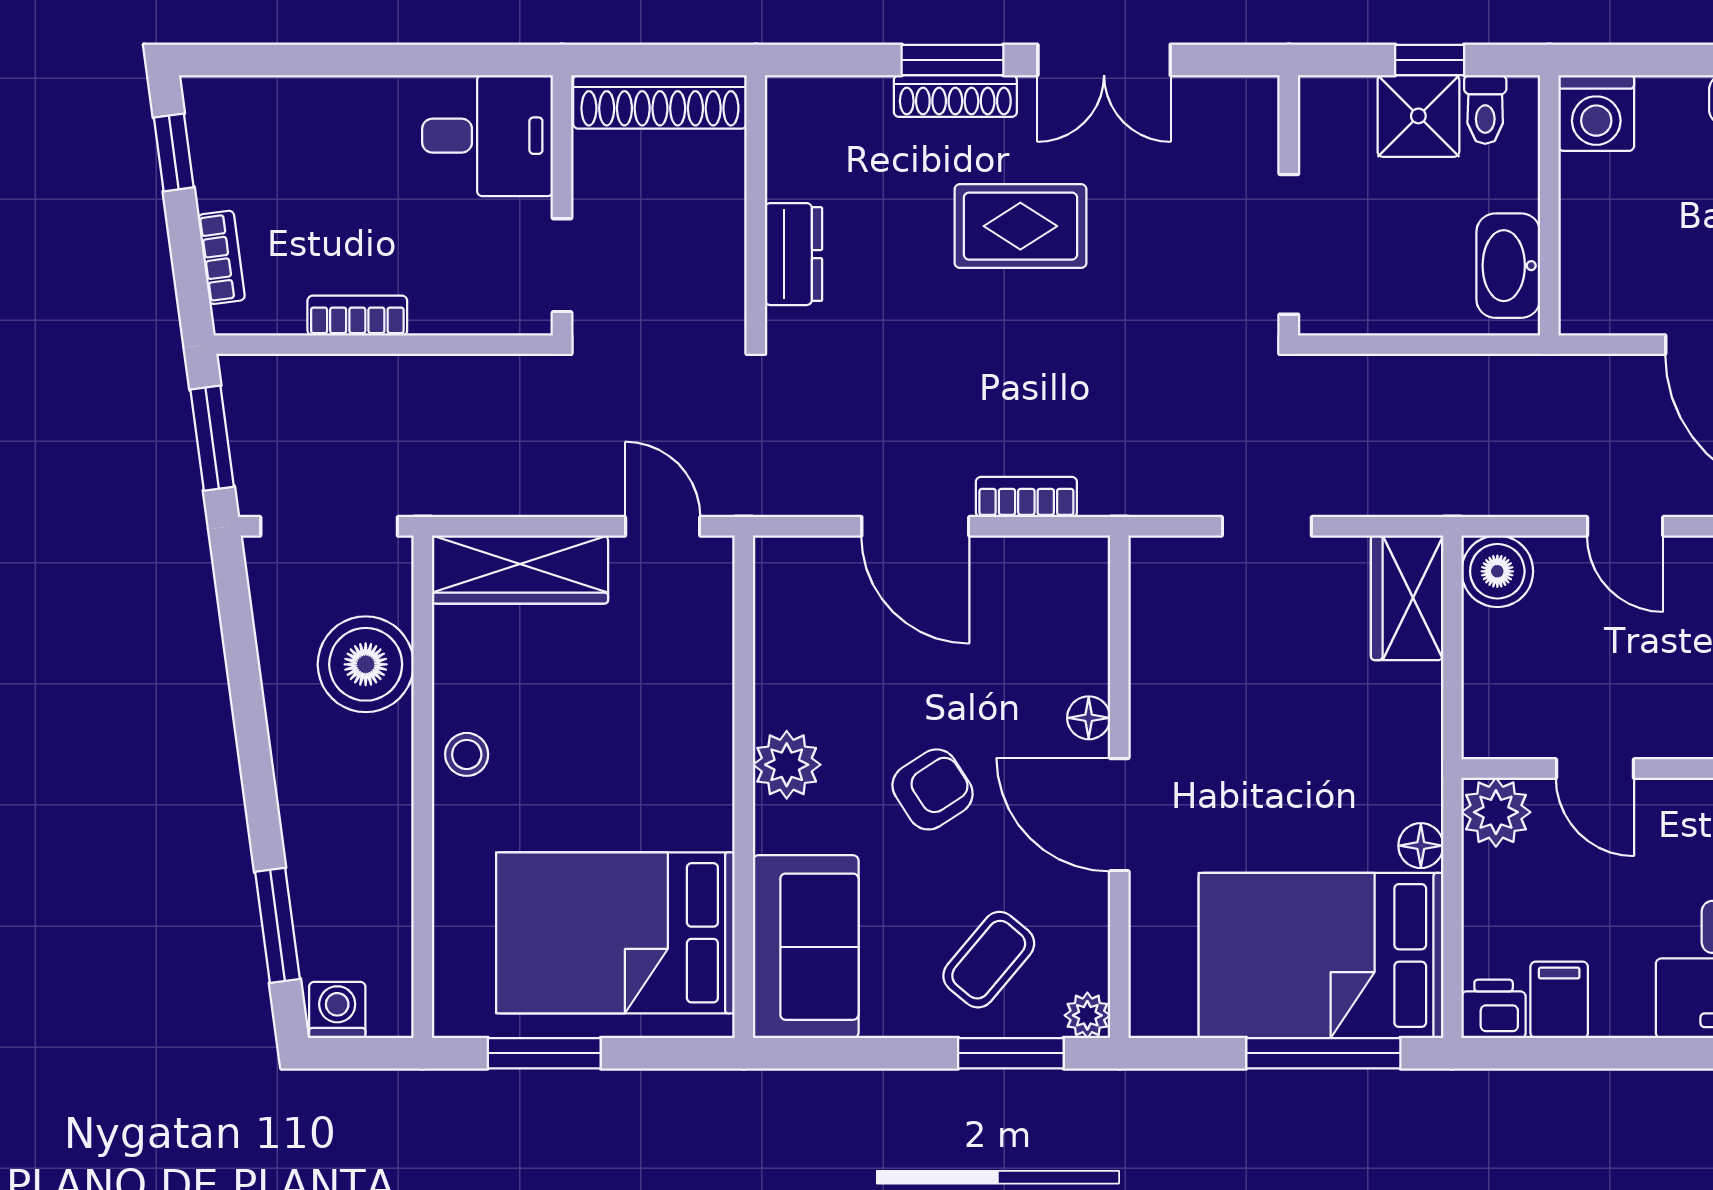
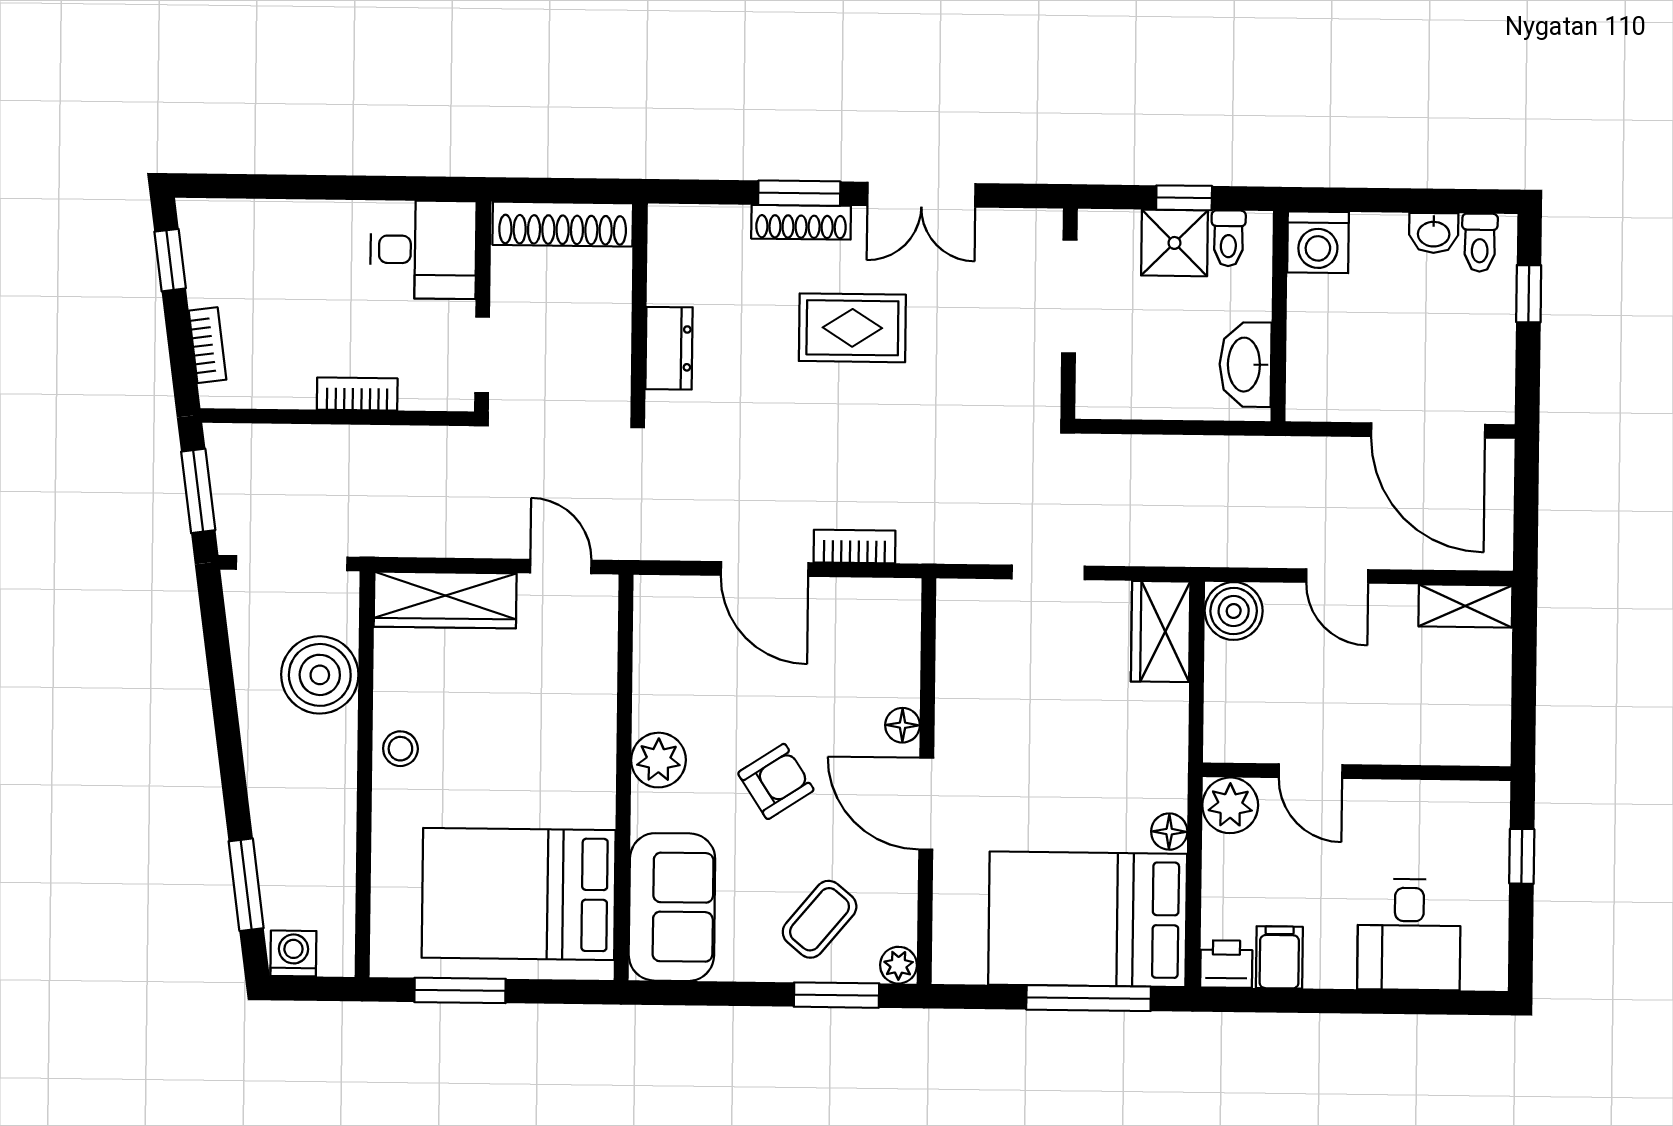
doorway: (1289, 244) -> (1069, 297), moved
bookcase: (357, 316) -> (357, 394), moved

